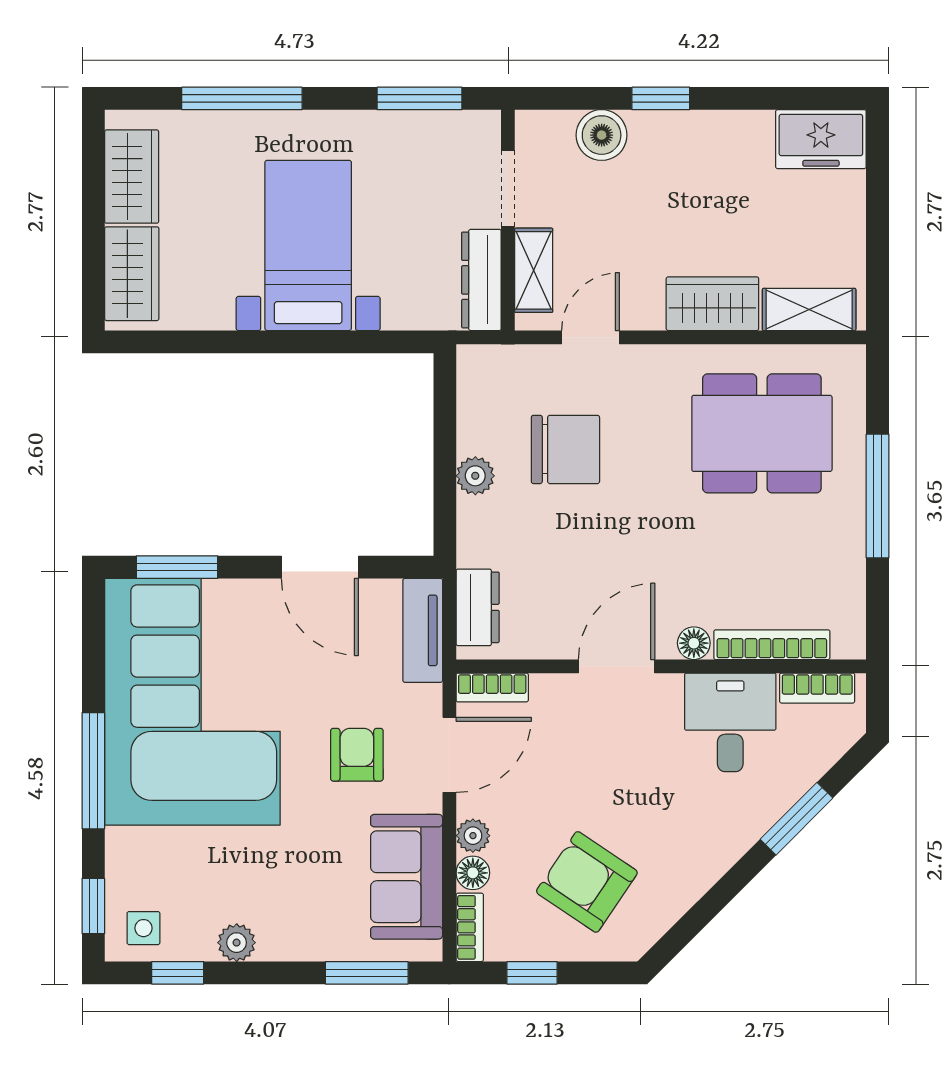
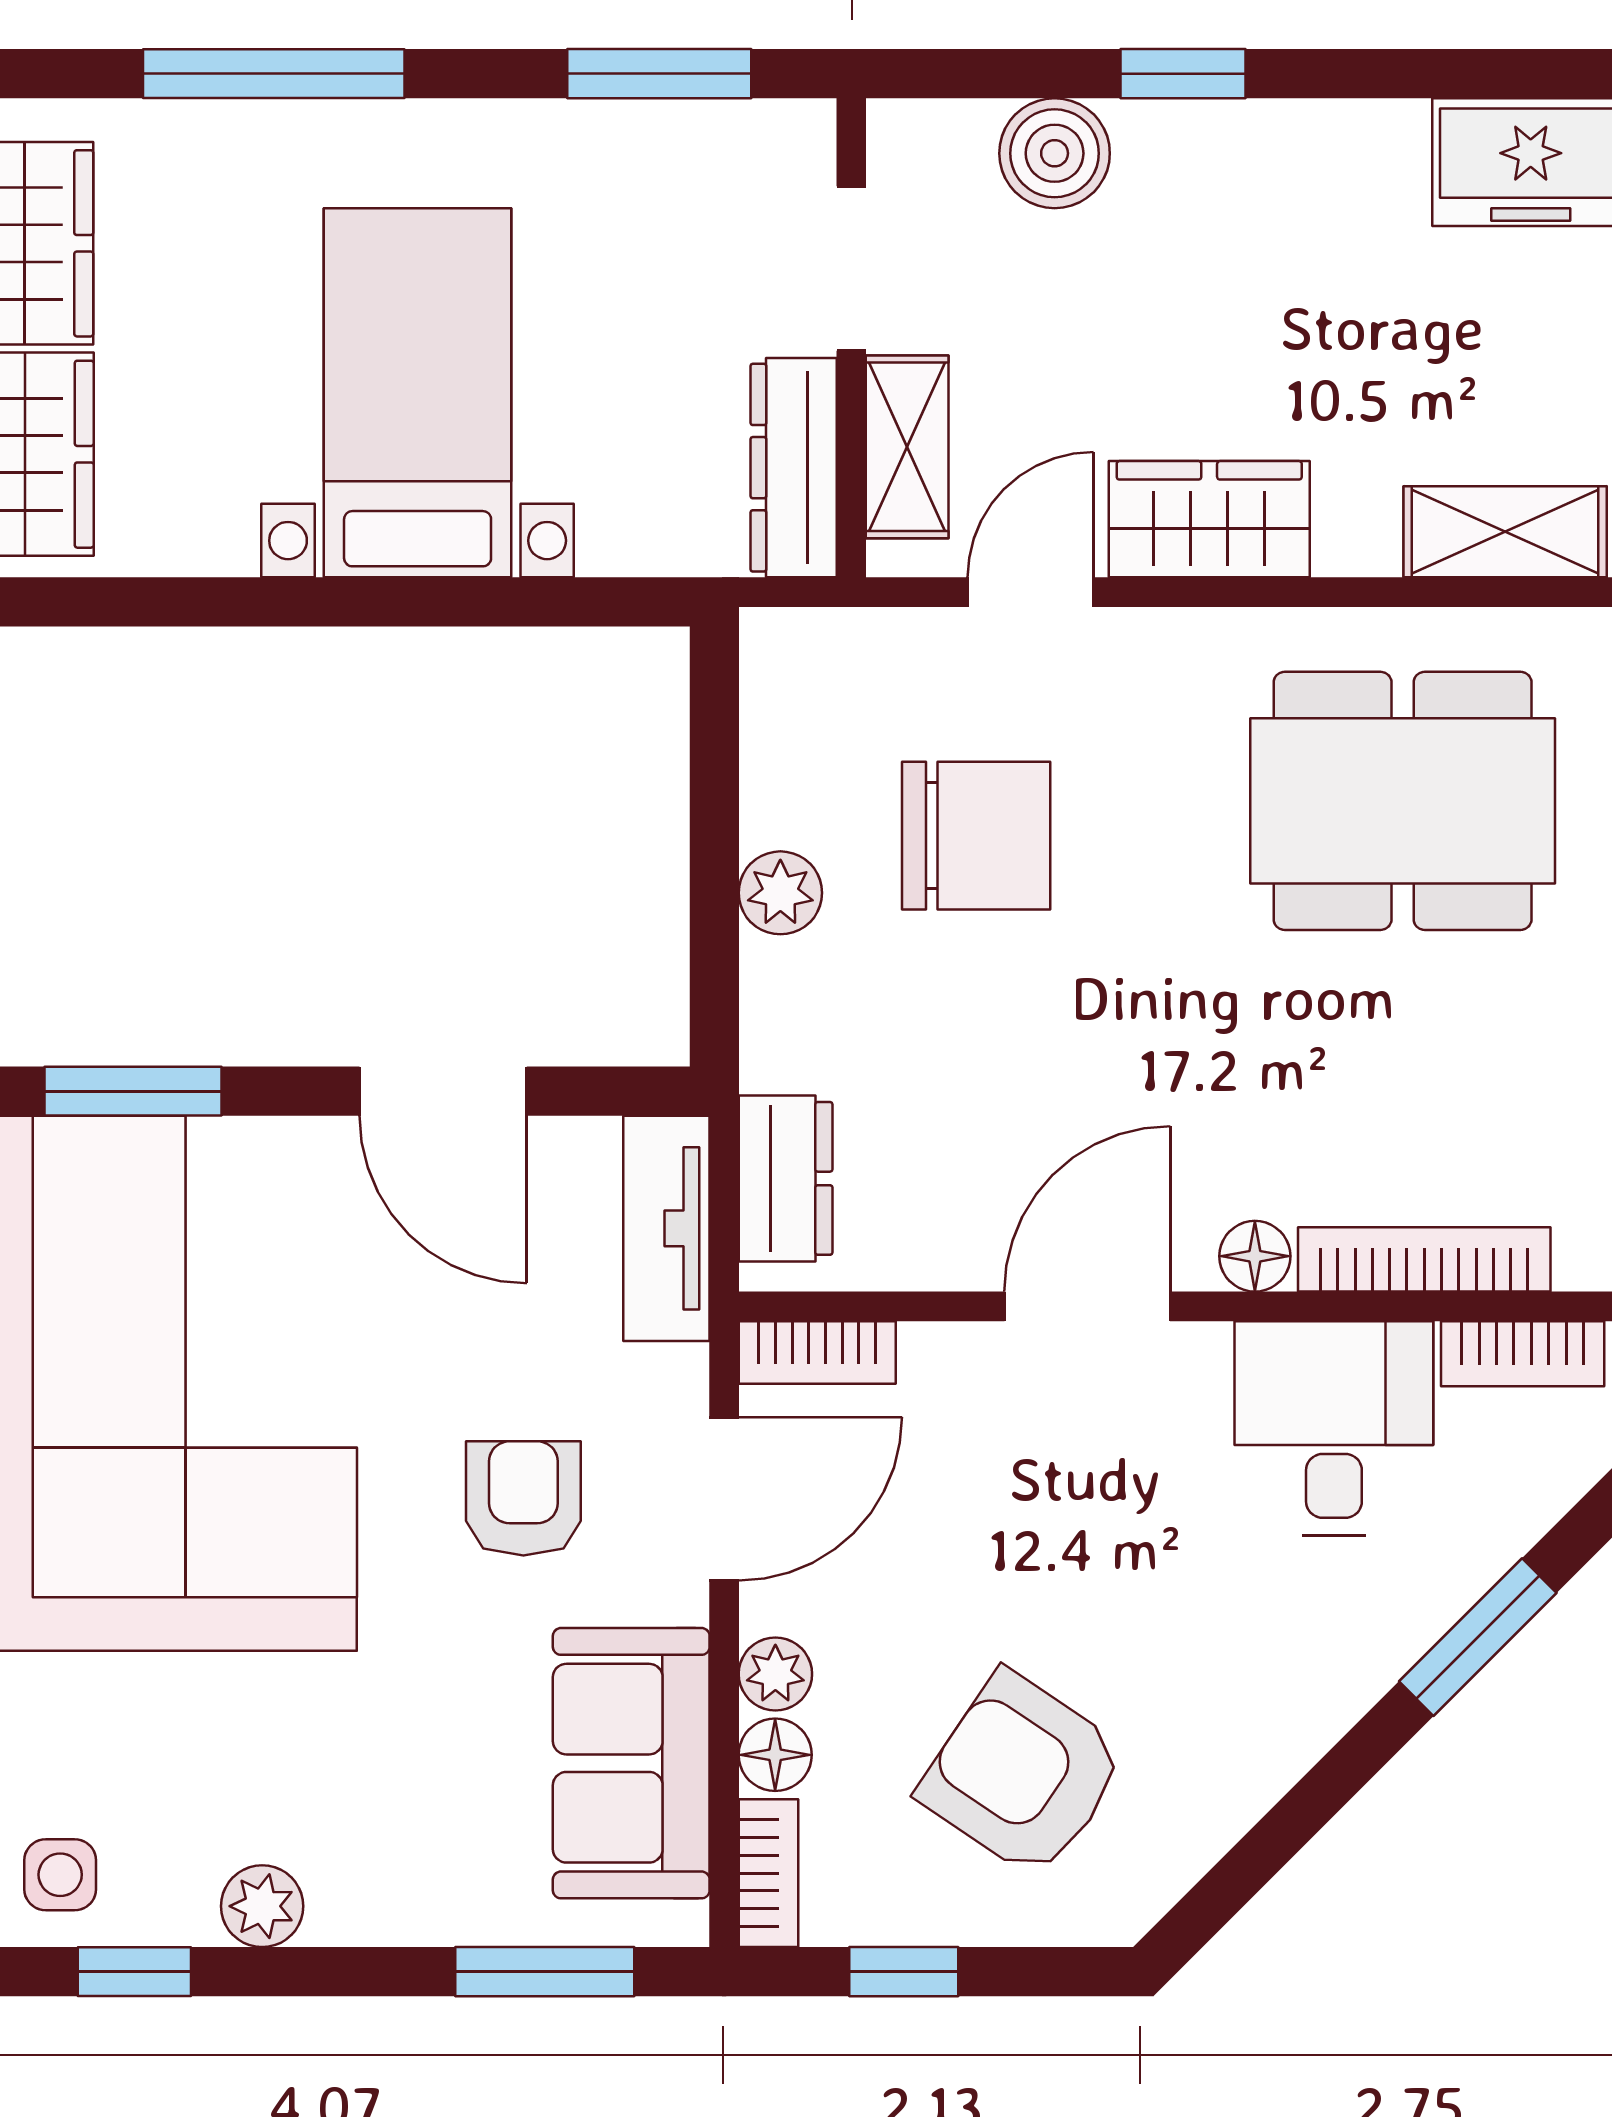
wardrobe: (712, 304) -> (1209, 519), moved

